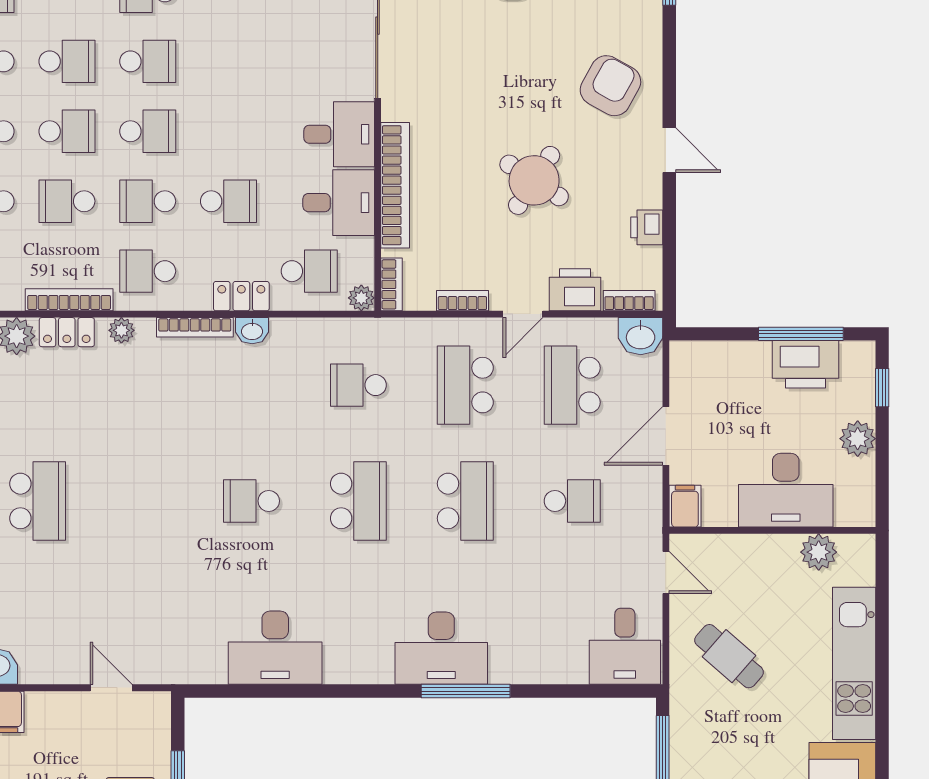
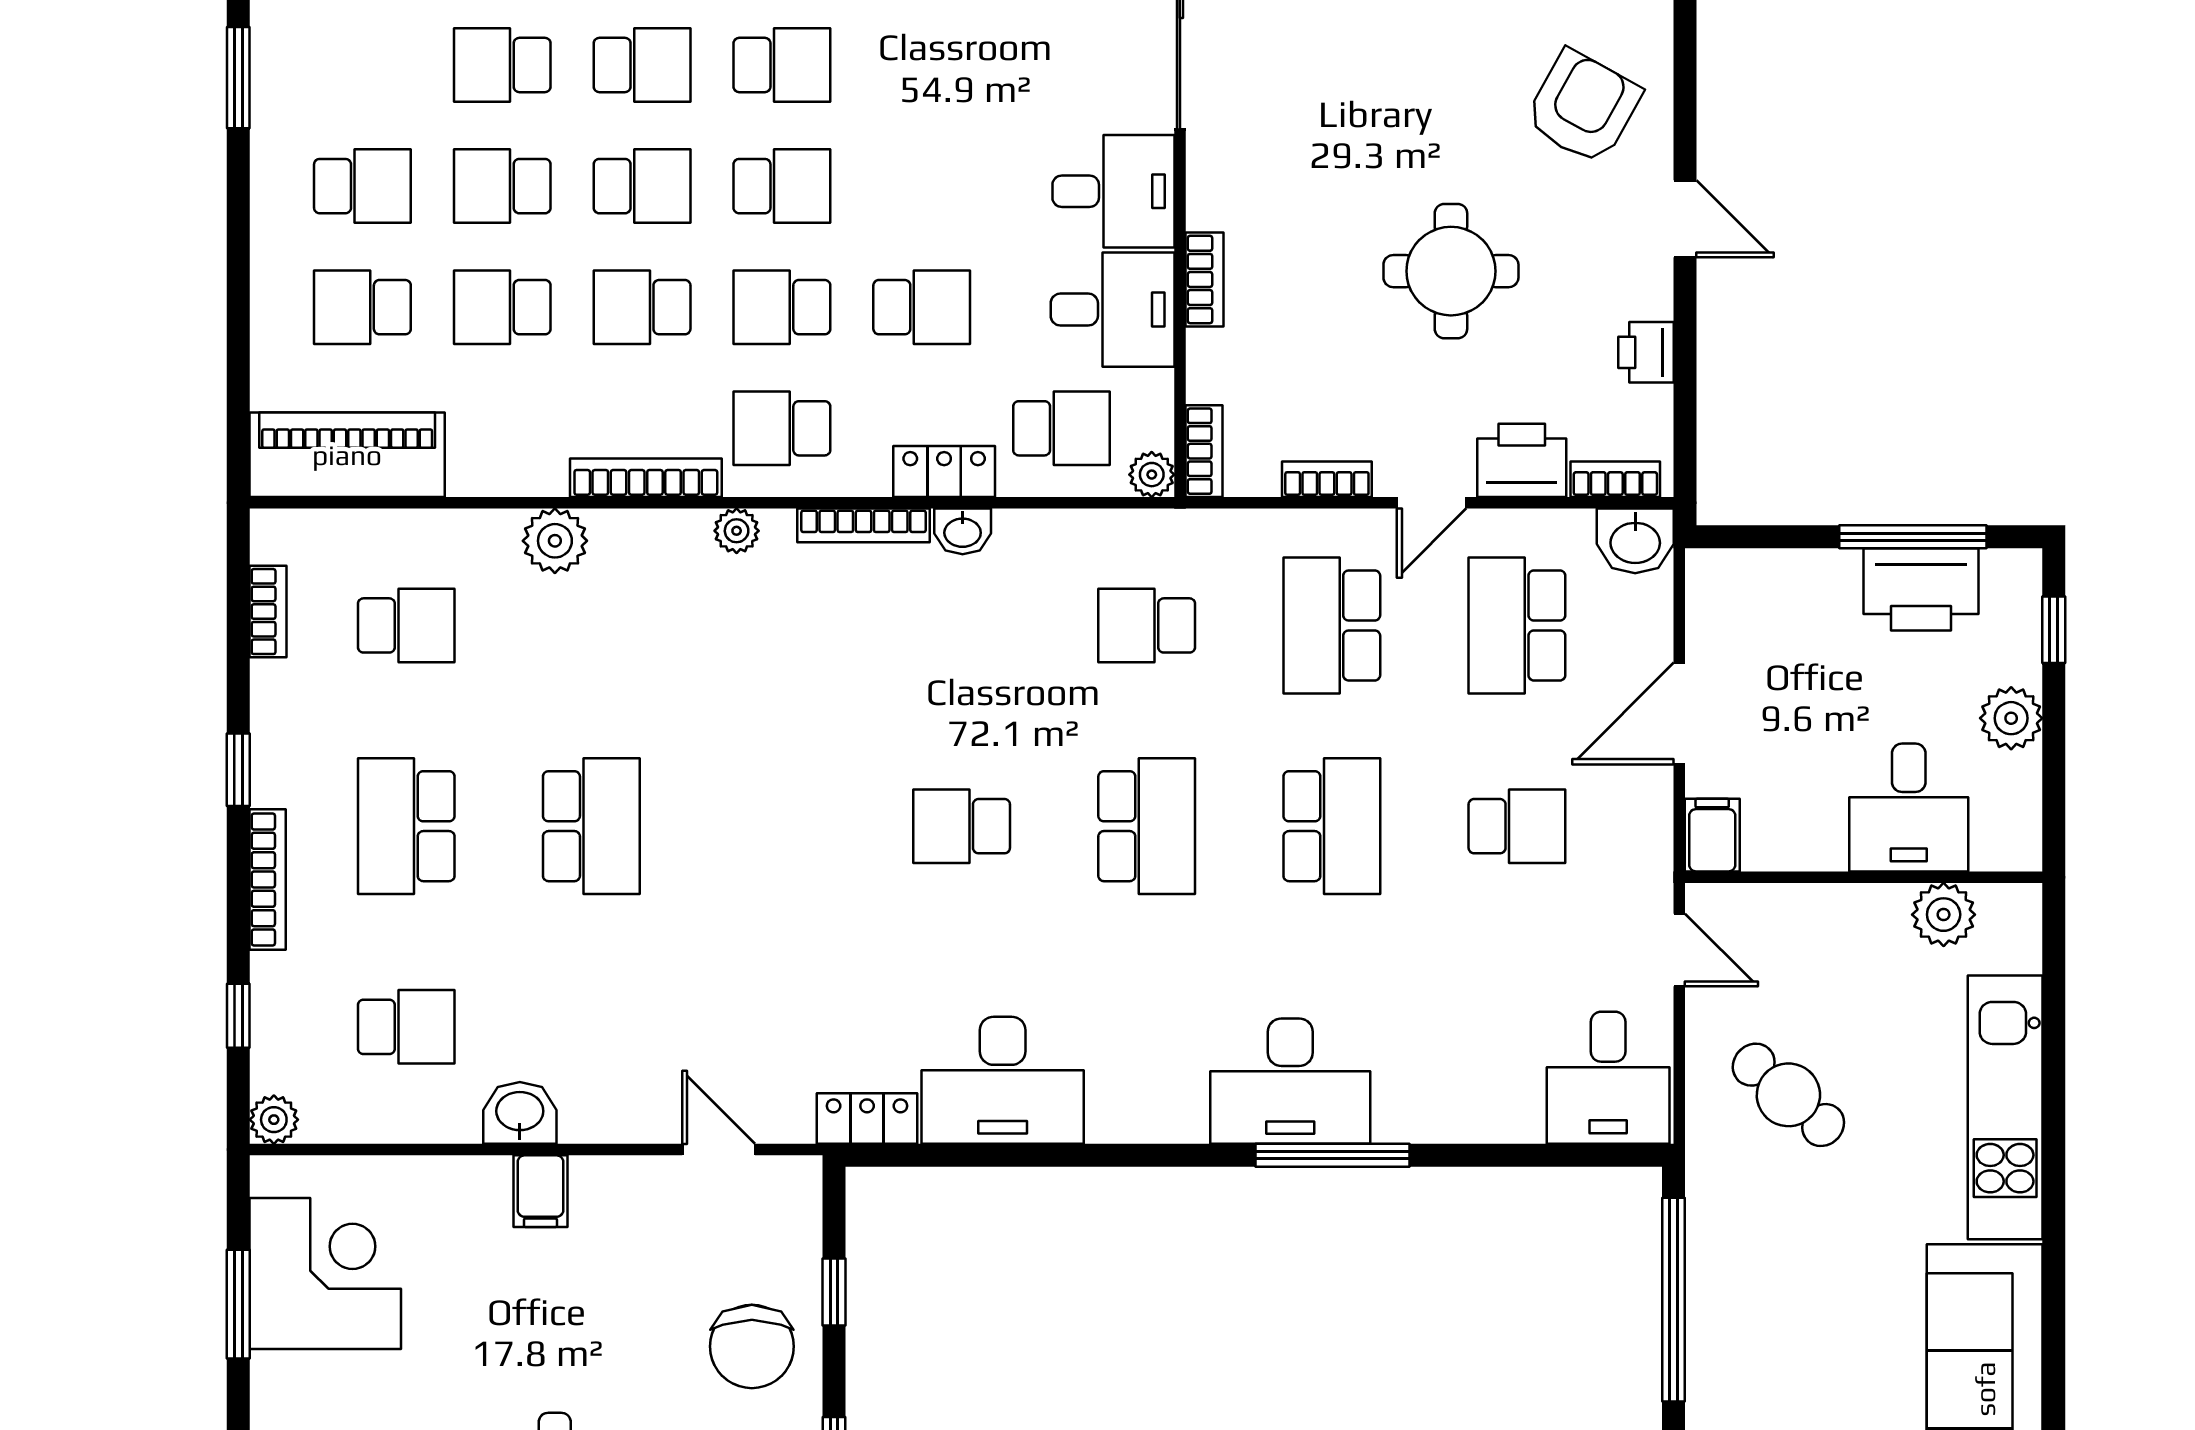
round table: (534, 180) -> (1451, 271), turned -33
bookcase: (395, 185) -> (1205, 279), width x0.43, depth x0.76
locker: (67, 332) -> (867, 1119), moved, turned 180
desk: (786, 490) -> (1909, 807), width x0.73

